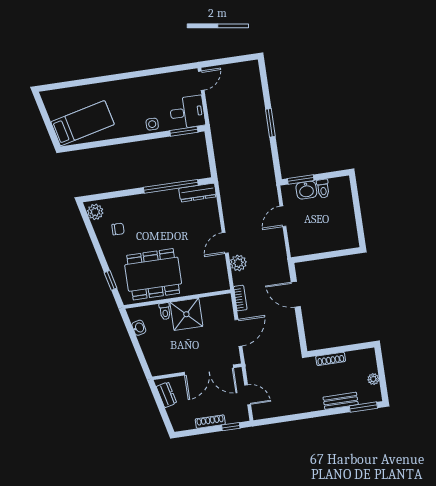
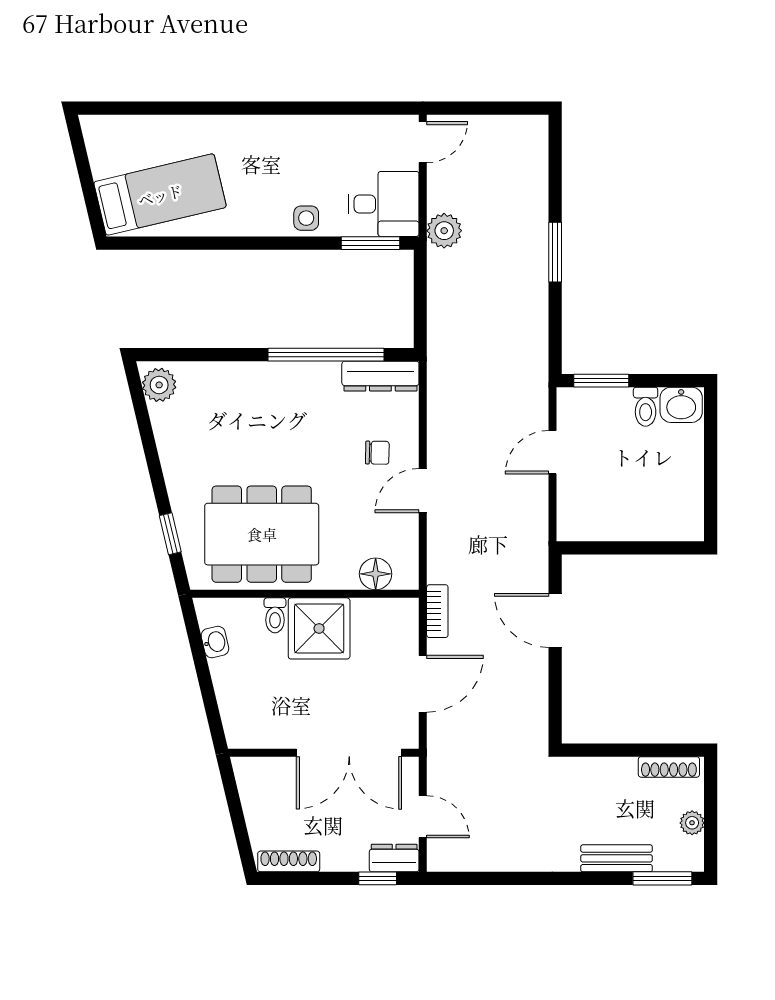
washbasin: (306, 190) -> (681, 405), moved
chair: (118, 229) -> (377, 453), moved
plant: (238, 263) -> (444, 231), moved
floor lamp: (209, 285) -> (376, 574), added
shoe rack: (331, 359) -> (669, 767), moved
dresser: (166, 395) -> (394, 858), moved, turned -77
shoe rack: (210, 422) -> (289, 861), moved

